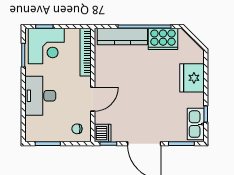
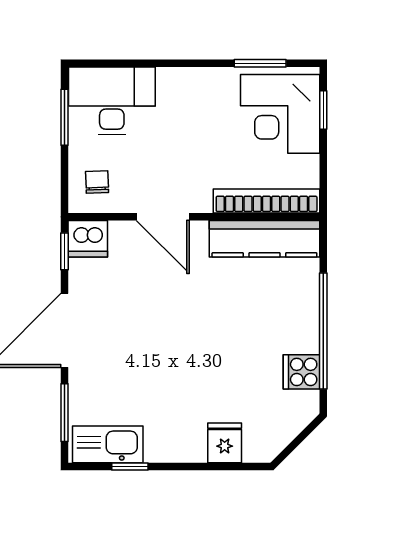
kitchen counter: (122, 36) -> (264, 239), moved, turned -90
cooker: (163, 39) -> (301, 372), width x0.53, depth x0.76
fridge: (192, 78) -> (225, 443), width x0.53, depth x0.75
desk: (40, 96) -> (112, 101), moved

